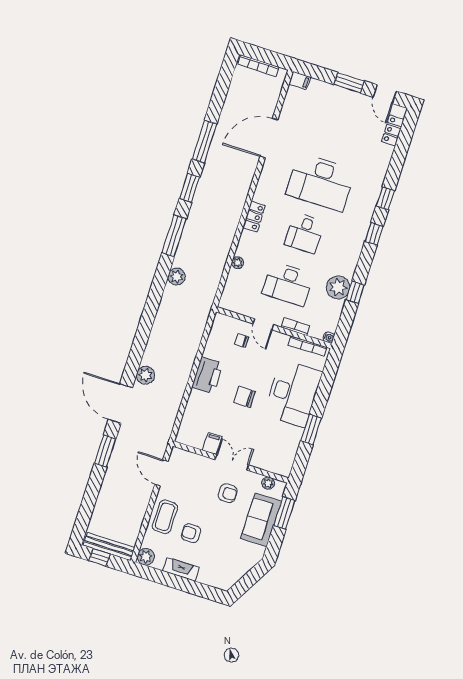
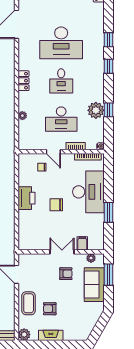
filing cabinet: (212, 443) -> (82, 243), moved

